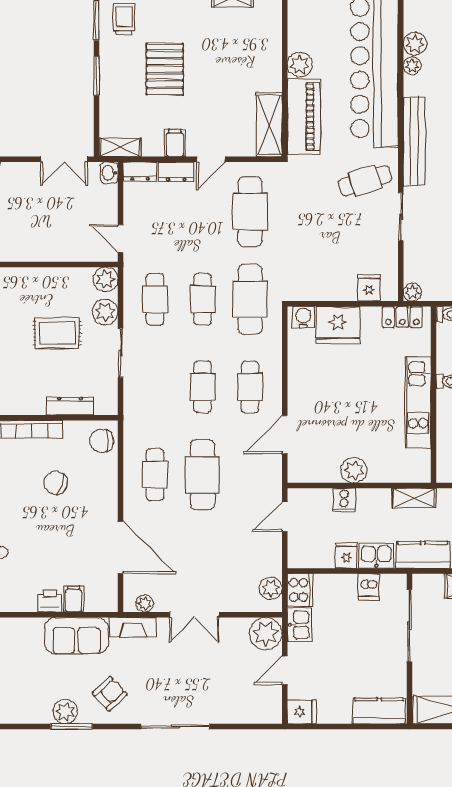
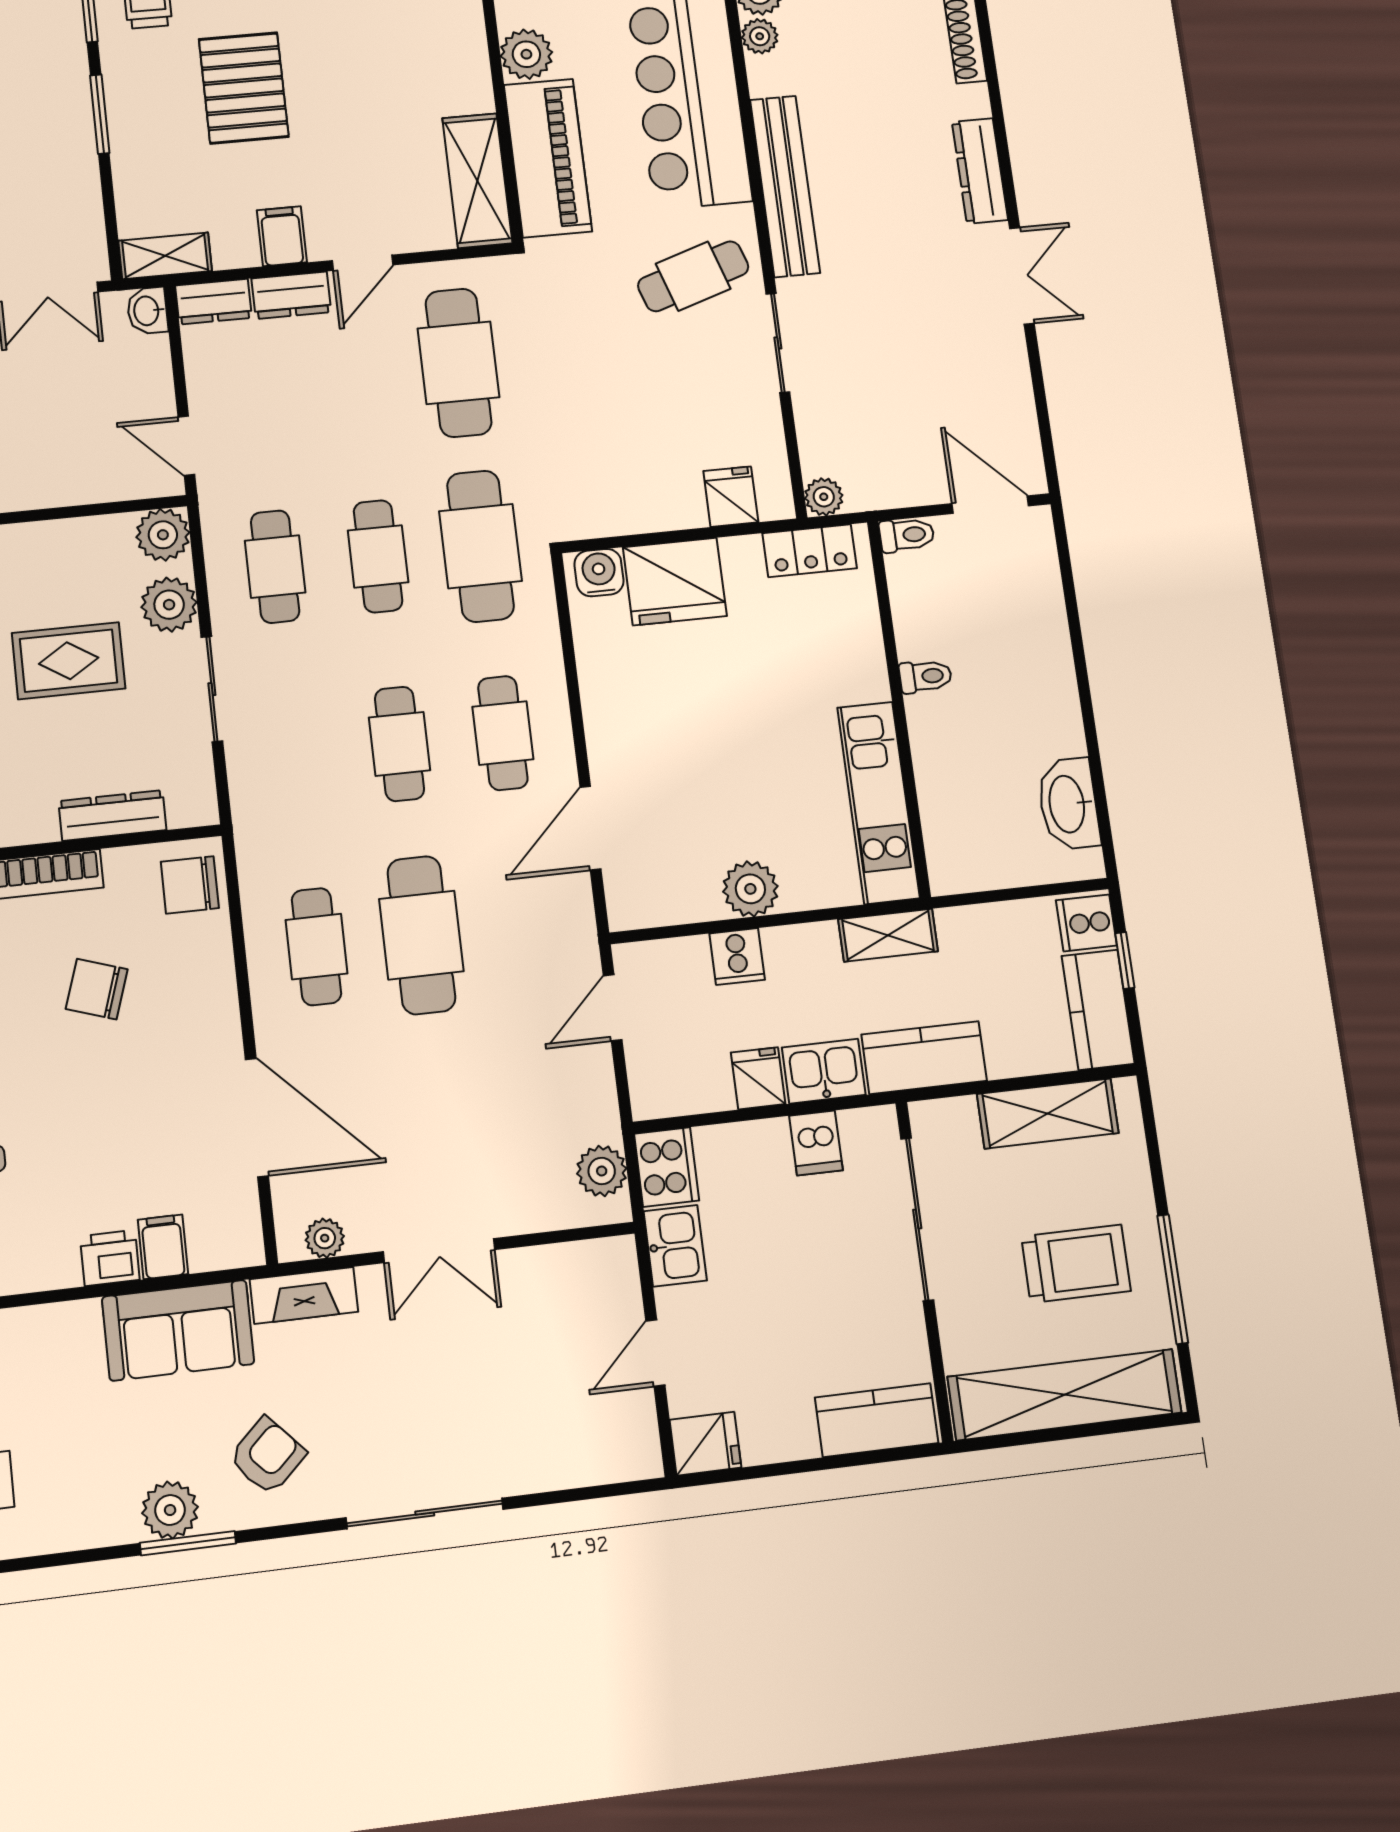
kitchen unit: (418, 402) -> (878, 803), moved
plant: (266, 634) -> (603, 1275), removed

